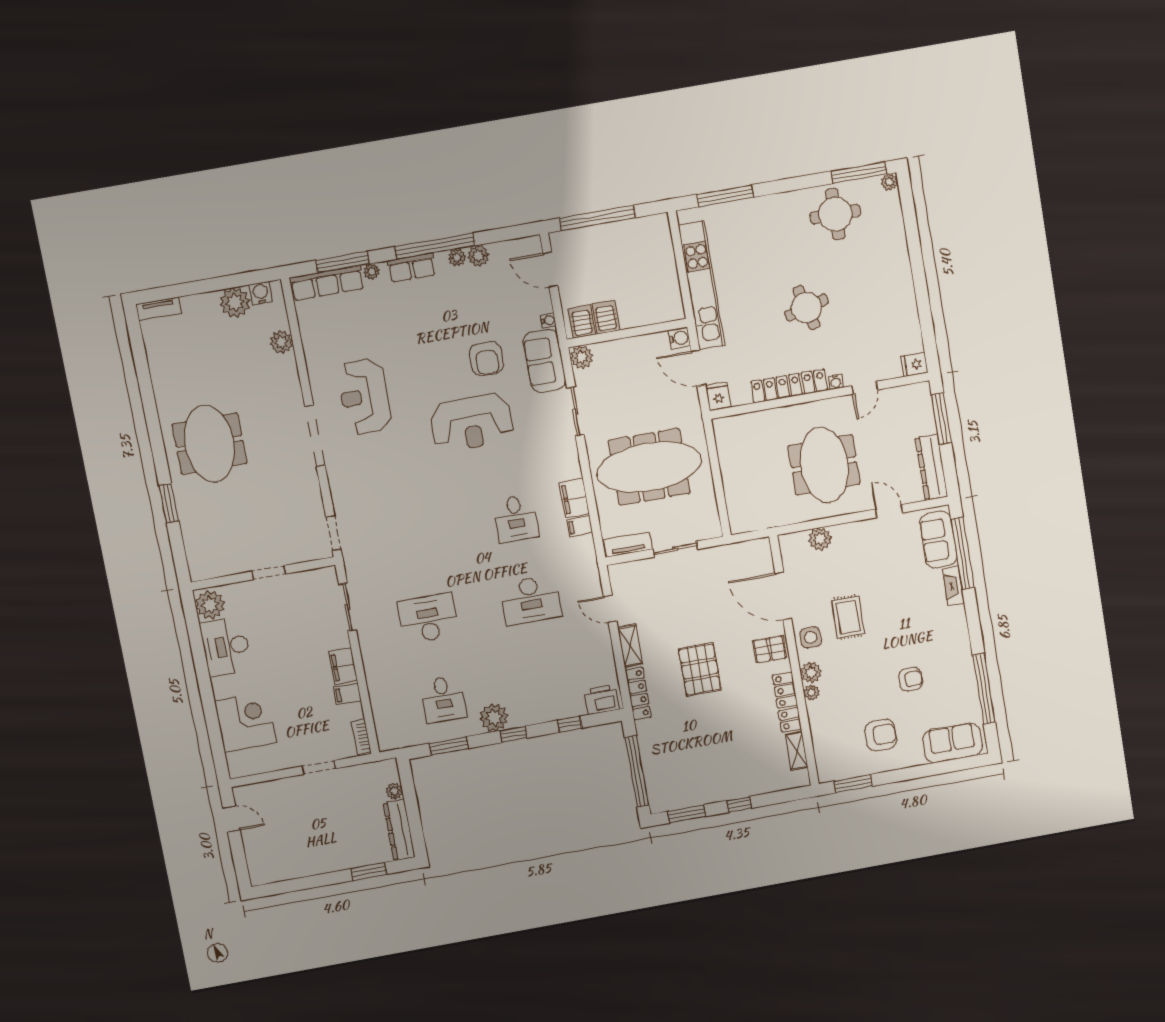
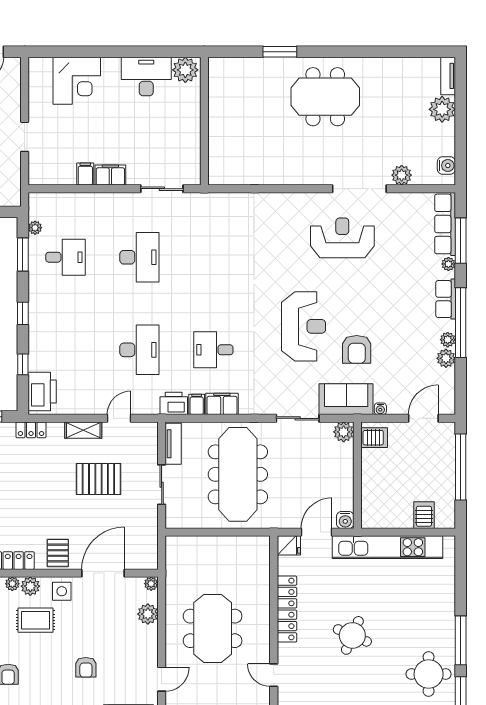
window: (725, 196) -> (461, 640), moved
plant: (235, 303) -> (442, 109), moved
round table: (806, 308) -> (352, 635), turned 38
server rack: (606, 317) -> (424, 515), moved, turned -90
armchair: (486, 359) -> (357, 349), turned -90
water cooler: (836, 382) -> (283, 651), removed
reception desk: (472, 423) -> (304, 326), turned 180
doorway: (315, 436) -> (359, 189), moved
meeting table: (824, 465) -> (213, 628), turned 90
doorway: (333, 533) -> (229, 189), removed
plant: (786, 541) -> (151, 584), added
printer: (583, 552) -> (174, 403), added
doorway: (269, 573) -> (204, 126), removed
armchair: (889, 596) -> (86, 667), added
desk: (531, 600) -> (139, 350), turned 180
rug: (848, 617) -> (36, 620), moved
pallet: (700, 669) -> (98, 479), moved
locker: (638, 693) -> (31, 430), width x0.66
desk: (443, 699) -> (65, 257), turned 180
printer: (602, 699) -> (42, 391), width x1.37, depth x1.19
plant: (494, 717) -> (35, 228), moved, width x0.53, depth x0.53
bookcase: (361, 737) -> (45, 179), removed

